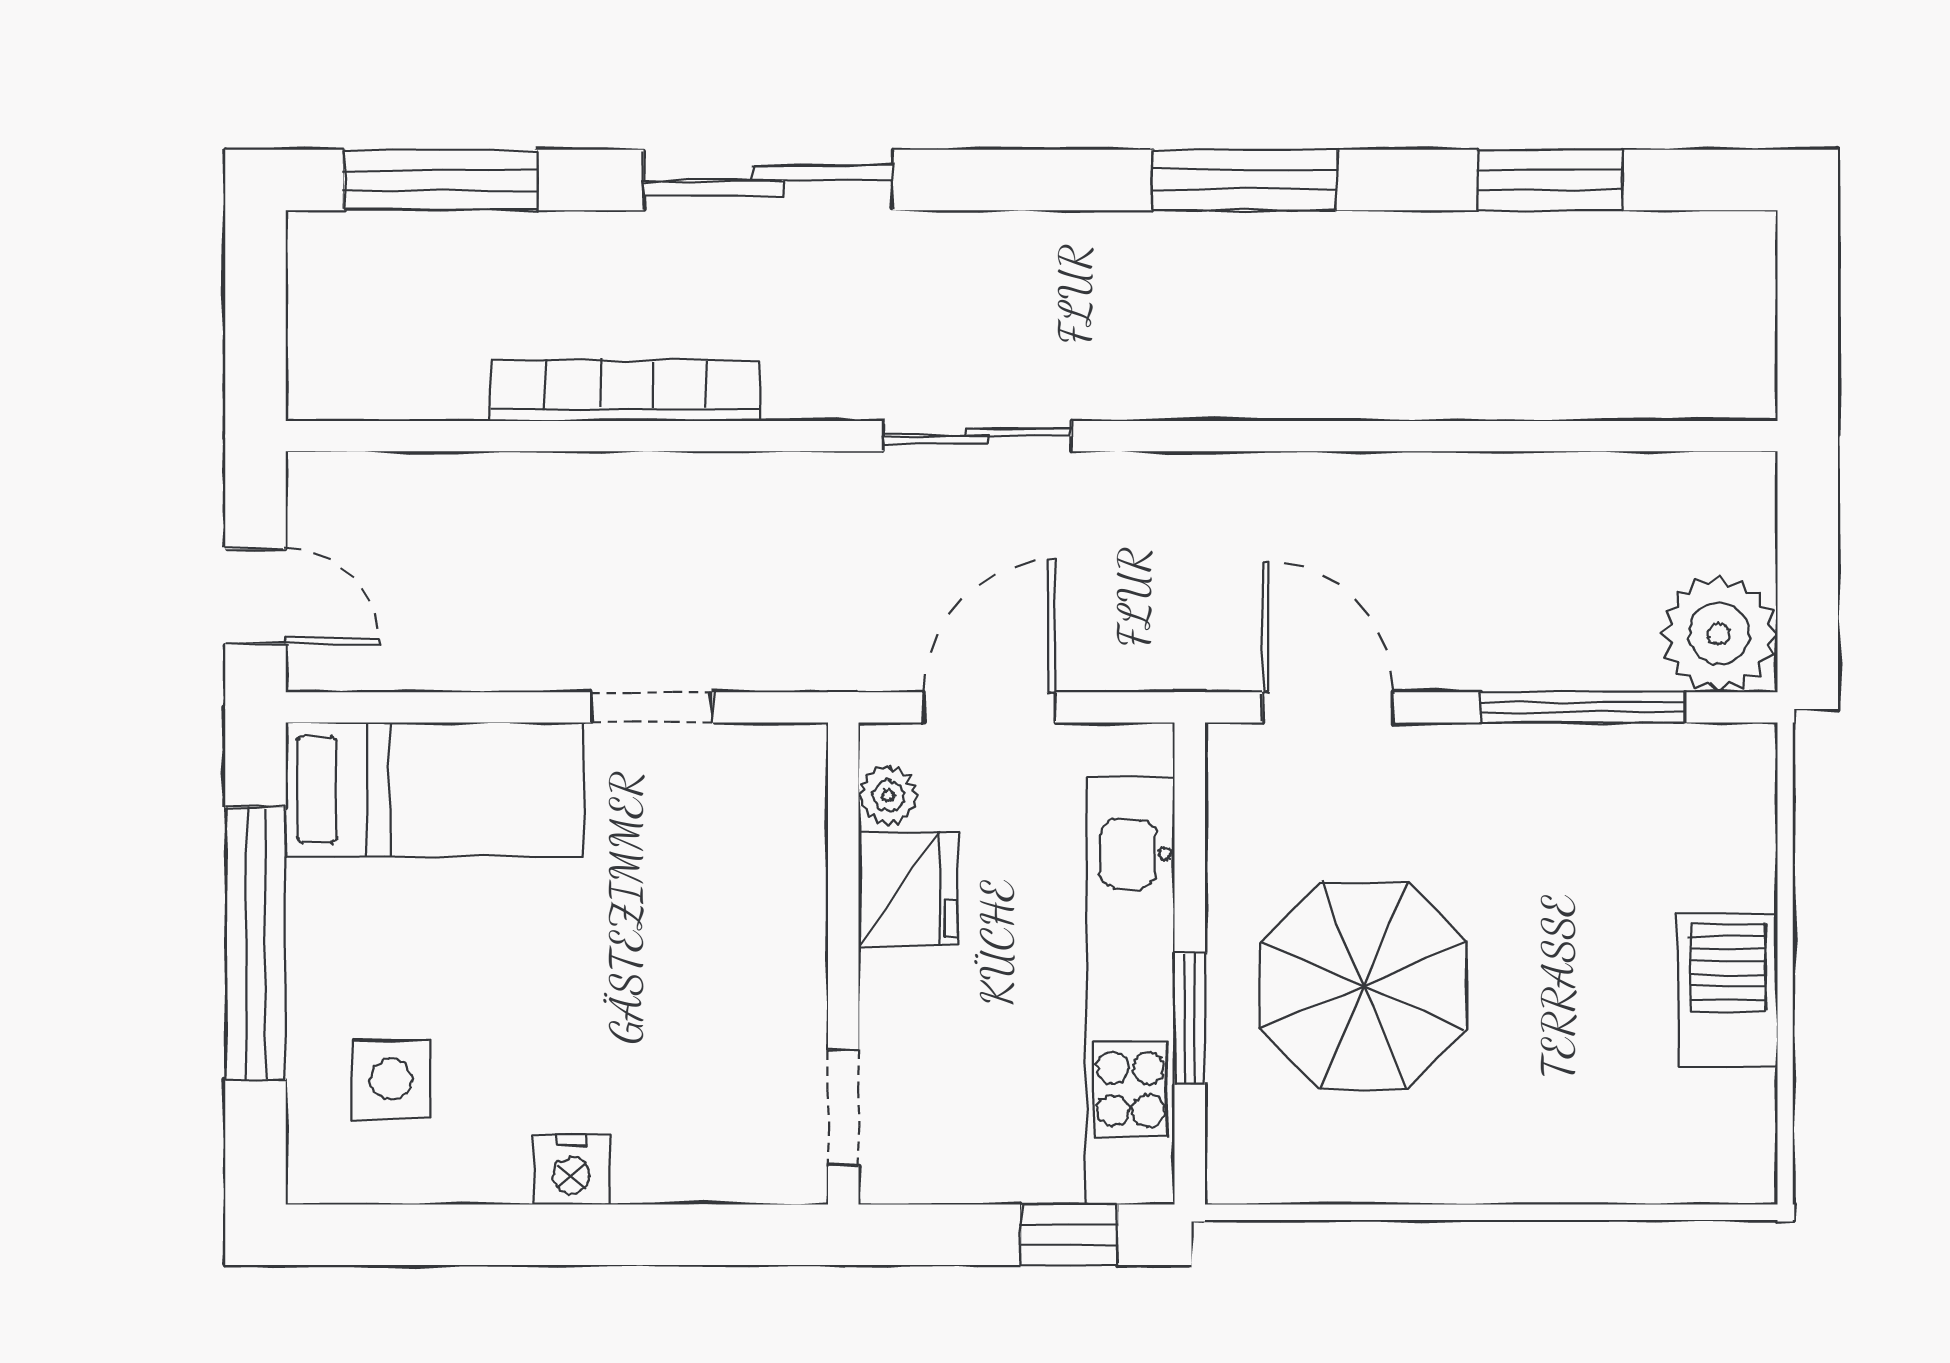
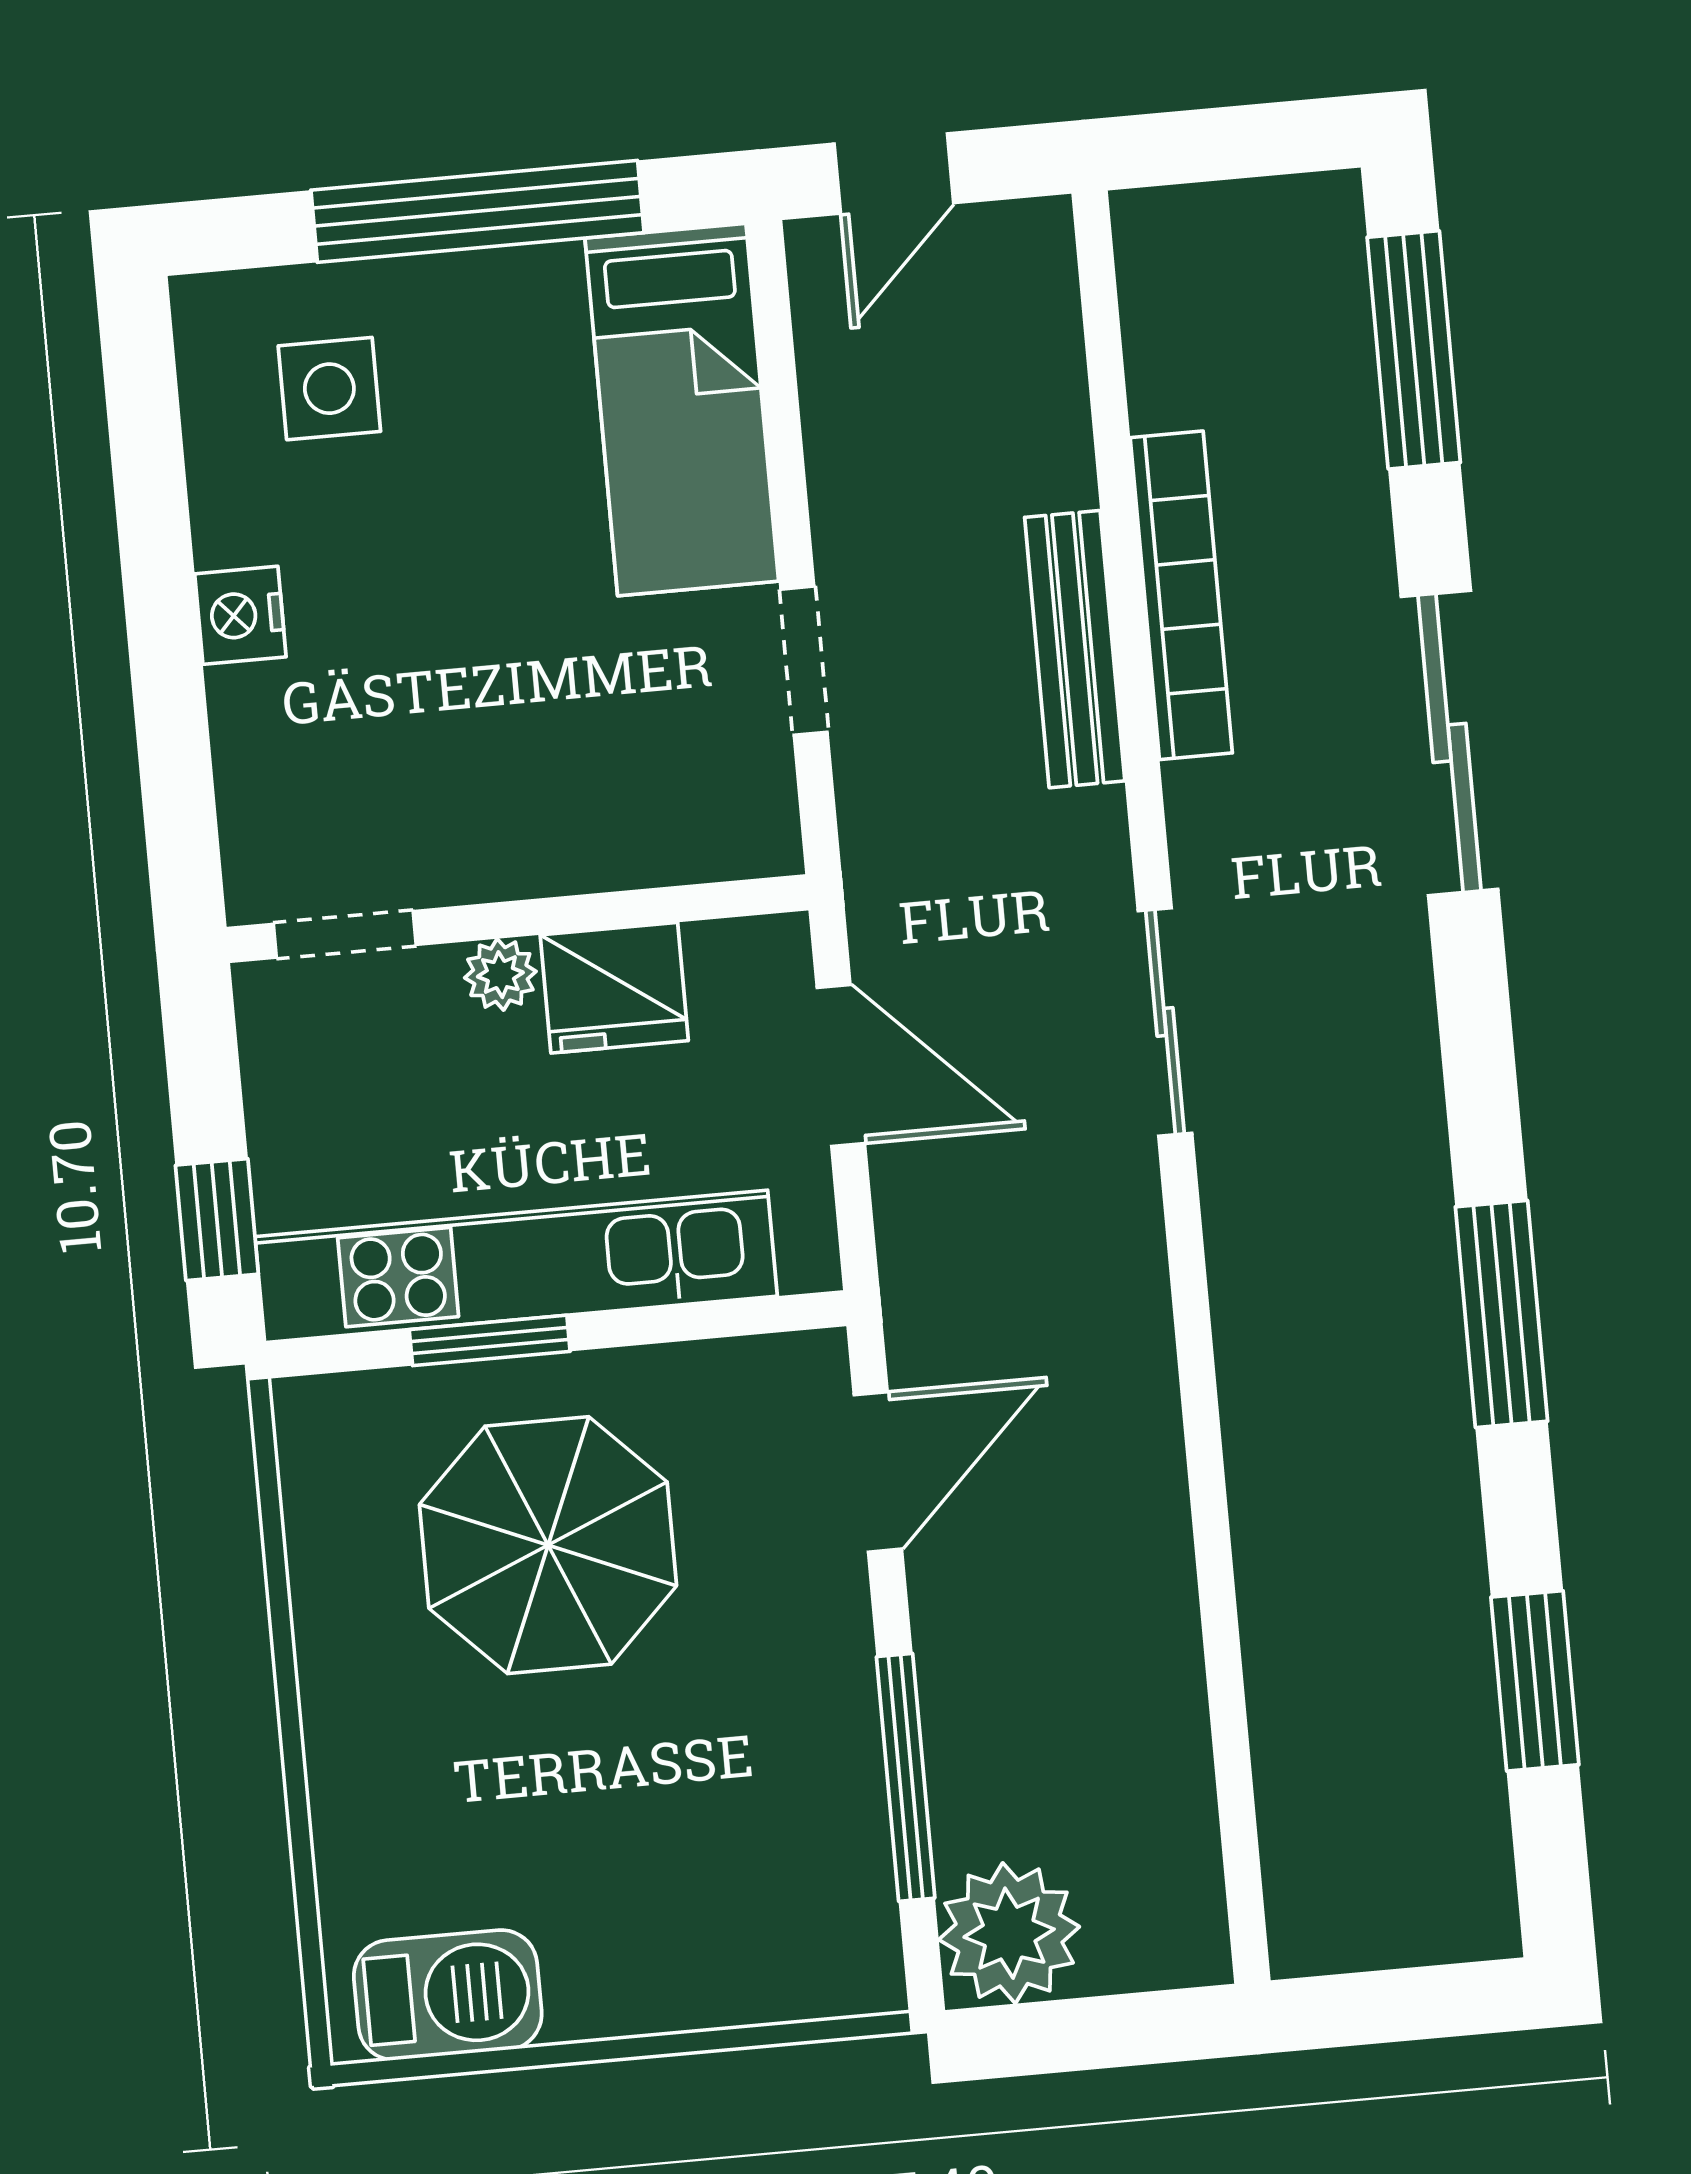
bench: (662, 483) -> (1075, 649), added
plant: (888, 796) -> (500, 975), moved
barbecue: (1728, 991) -> (448, 1995), moved

